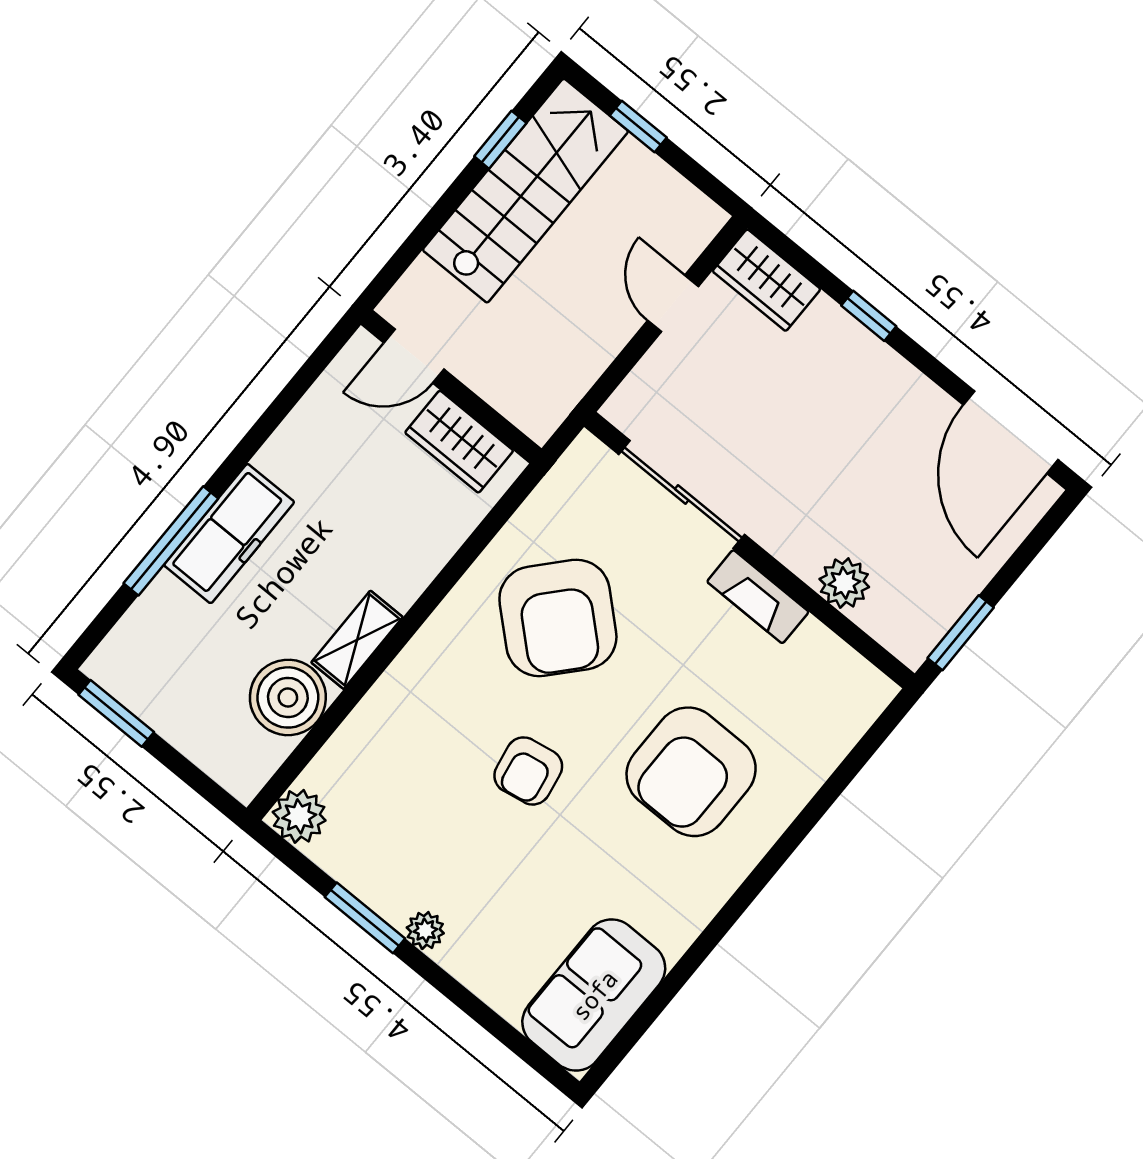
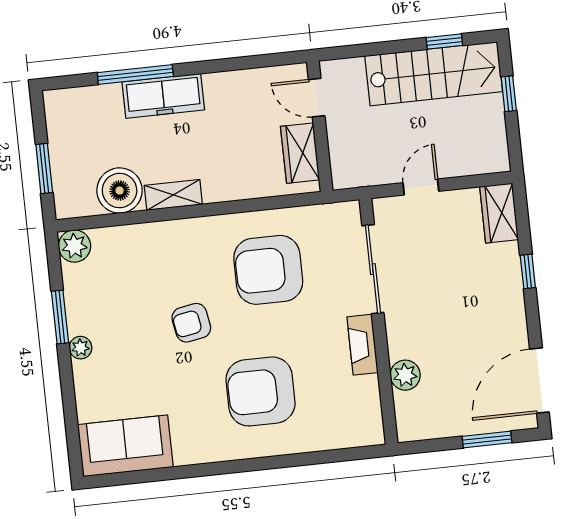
door: (673, 304) -> (421, 187), moved
armchair: (558, 618) -> (268, 270), turned 48
window: (961, 633) -> (487, 440), moved
window: (116, 713) -> (44, 169), moved

